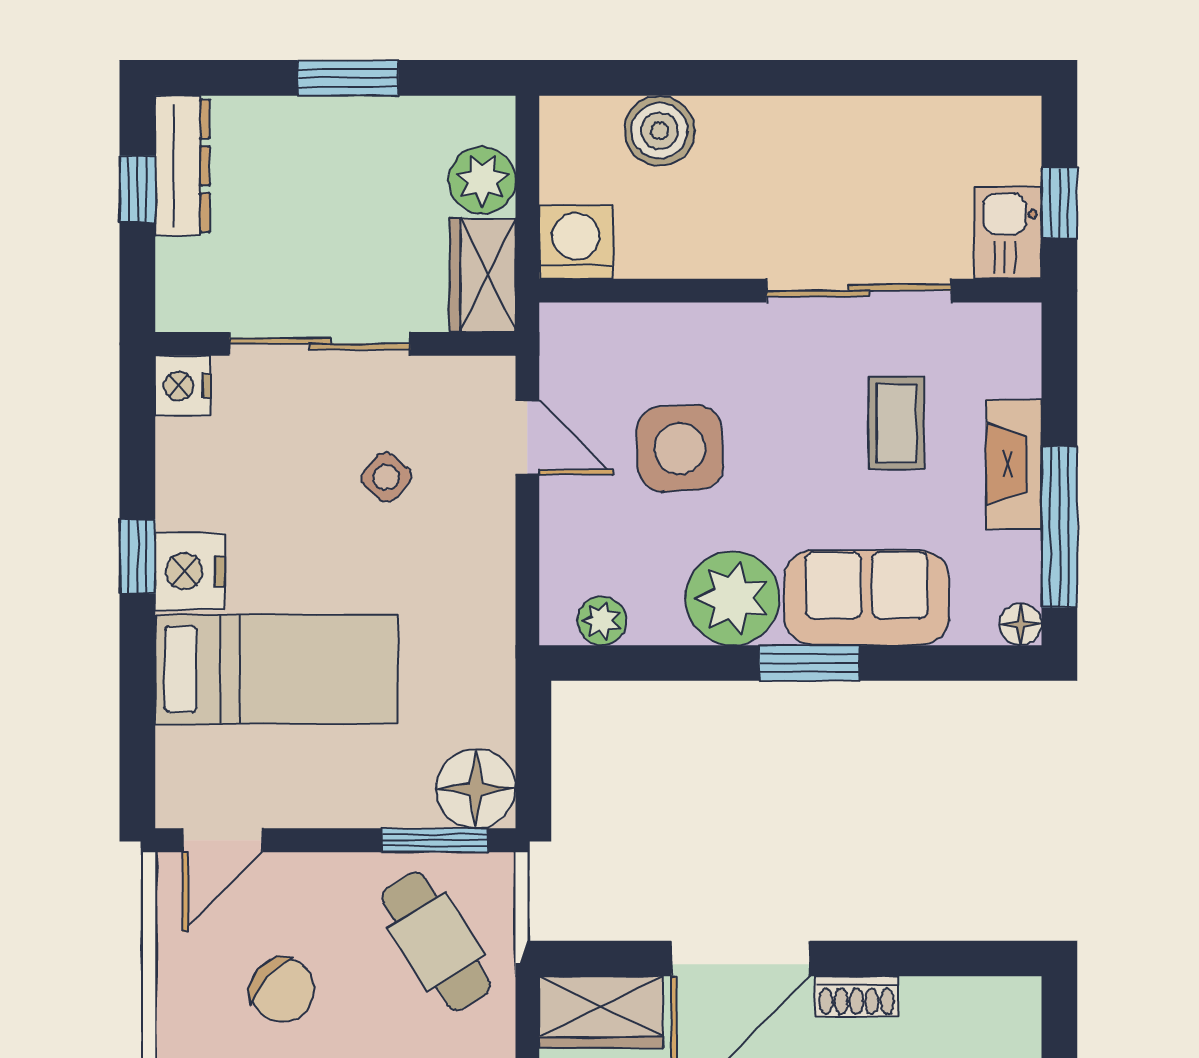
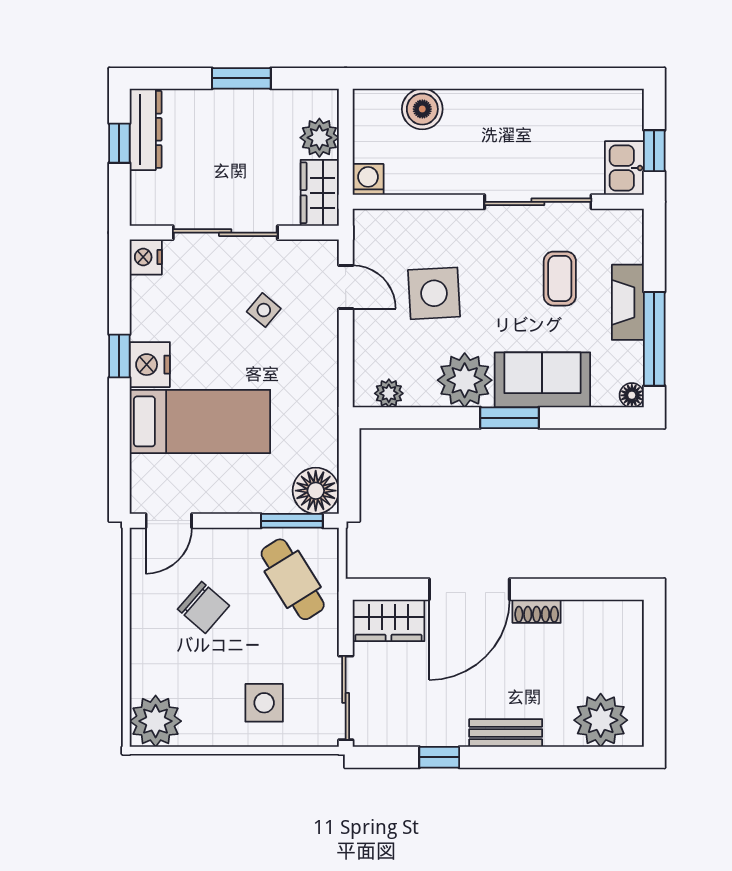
washing machine: (576, 242) -> (368, 179), width x0.73, depth x0.73

